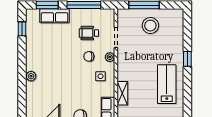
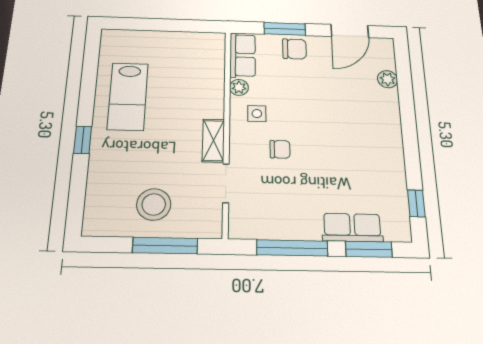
wheelchair: (89, 33) -> (281, 193), removed
plant: (110, 57) -> (239, 87), moved
plant: (31, 76) -> (388, 79), moved
shelving: (122, 93) -> (213, 140), moved

